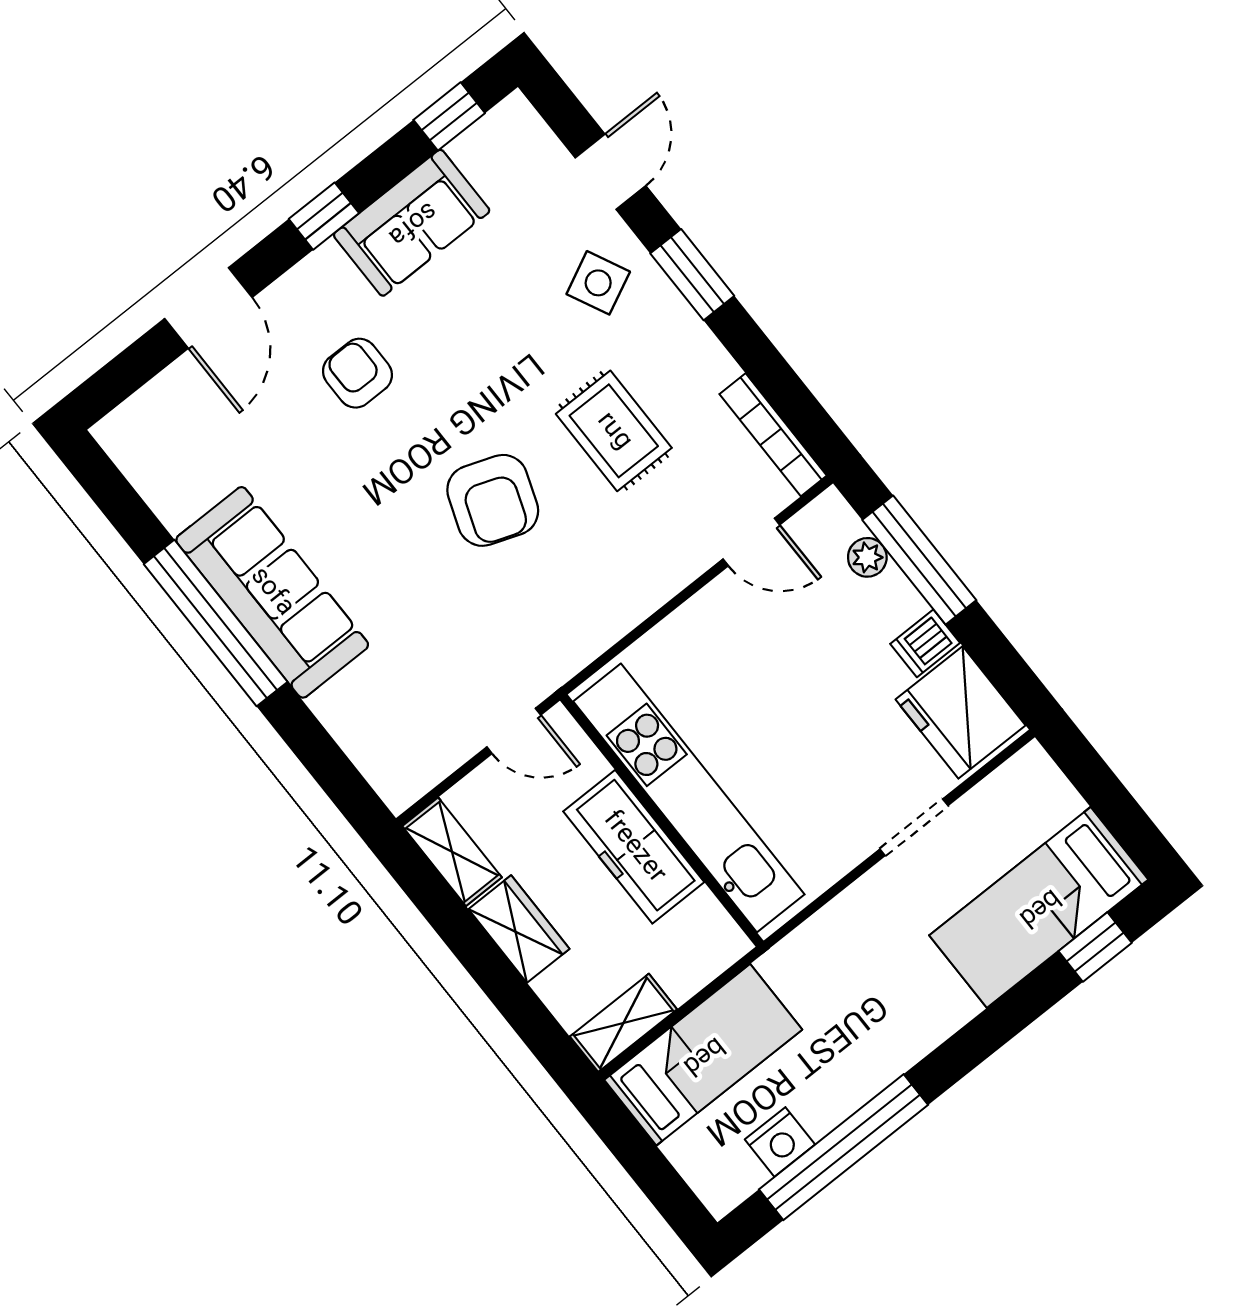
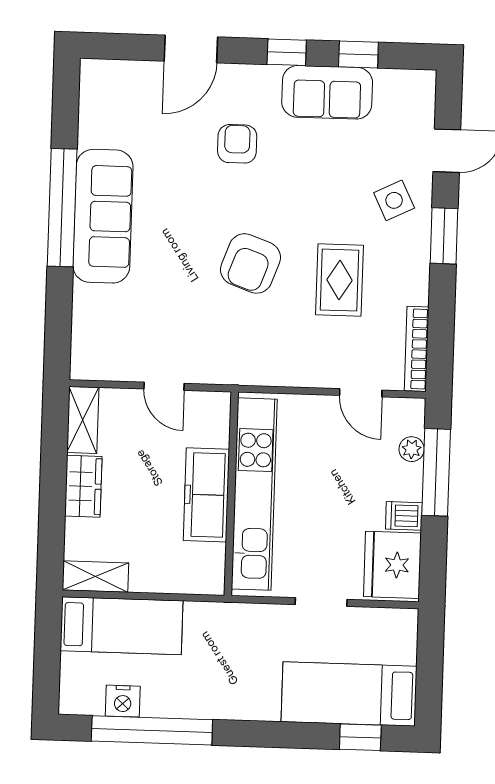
window: (449, 116) -> (358, 55), moved
kitchen unit: (689, 798) -> (254, 494), moved
wall: (662, 821) -> (231, 494), moved
freezer: (634, 847) -> (206, 495), moved

